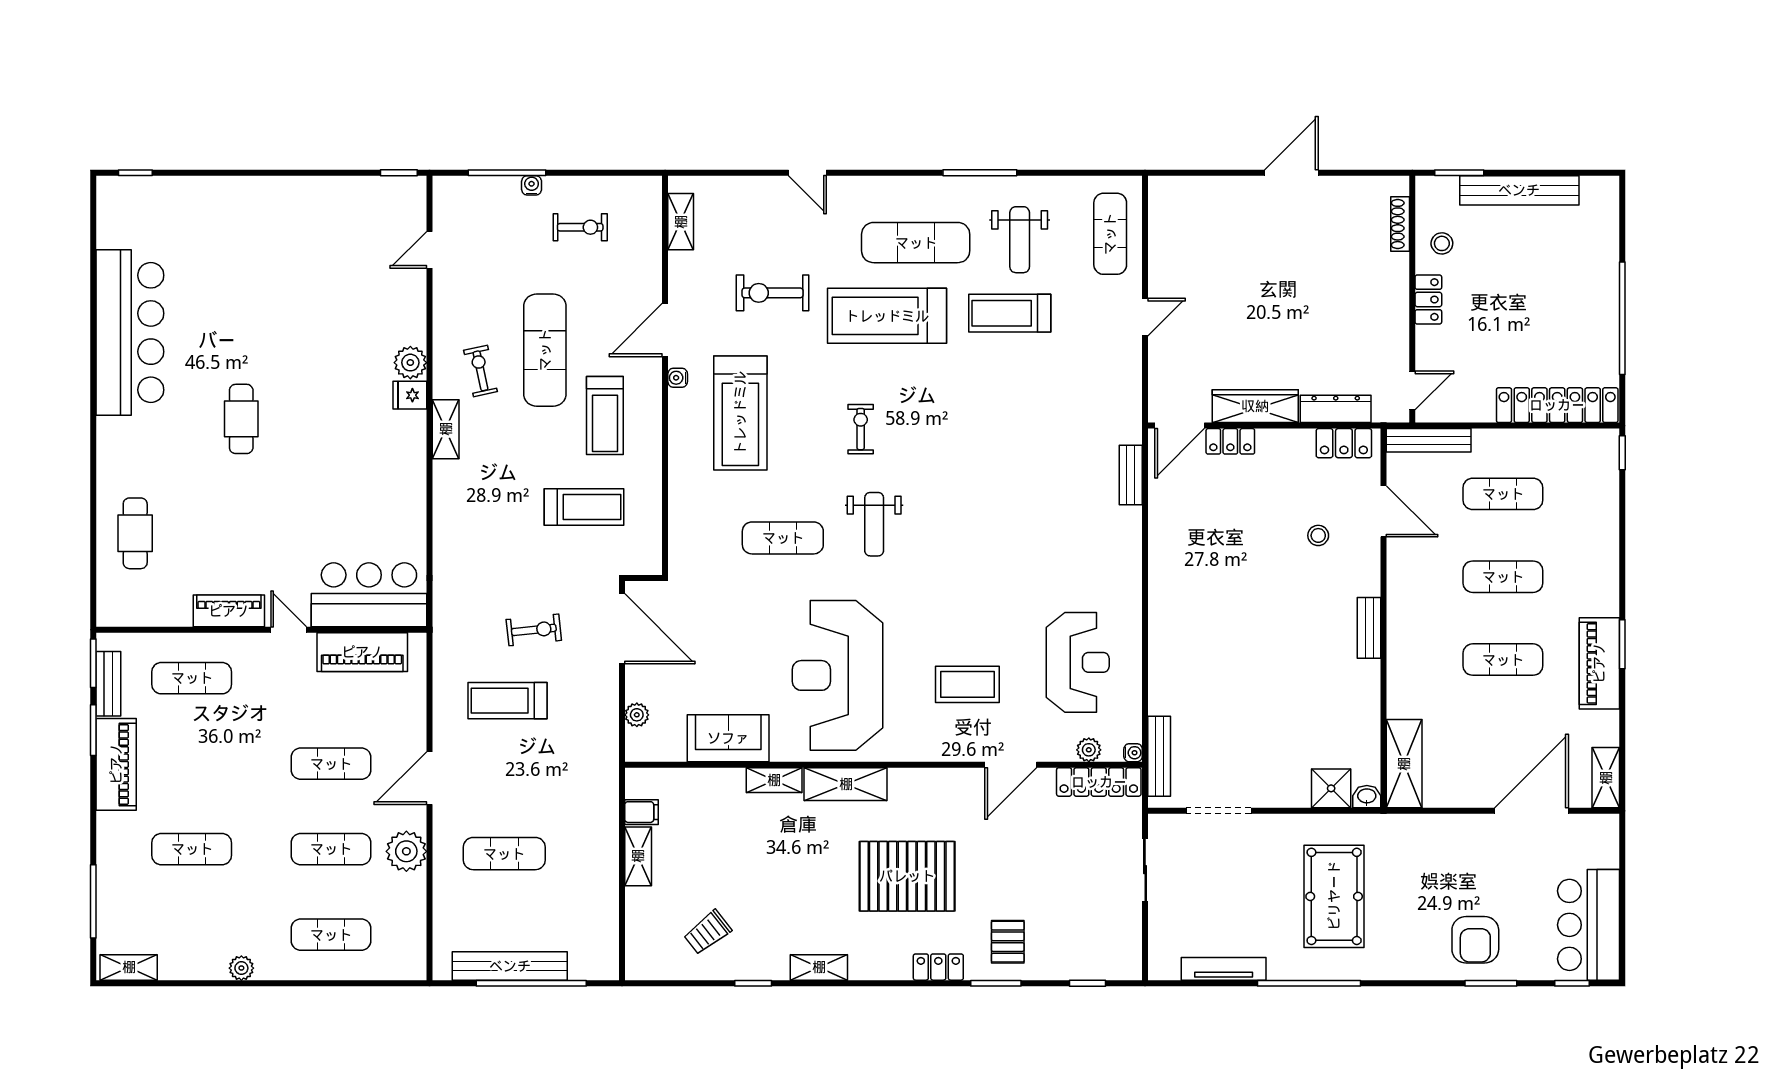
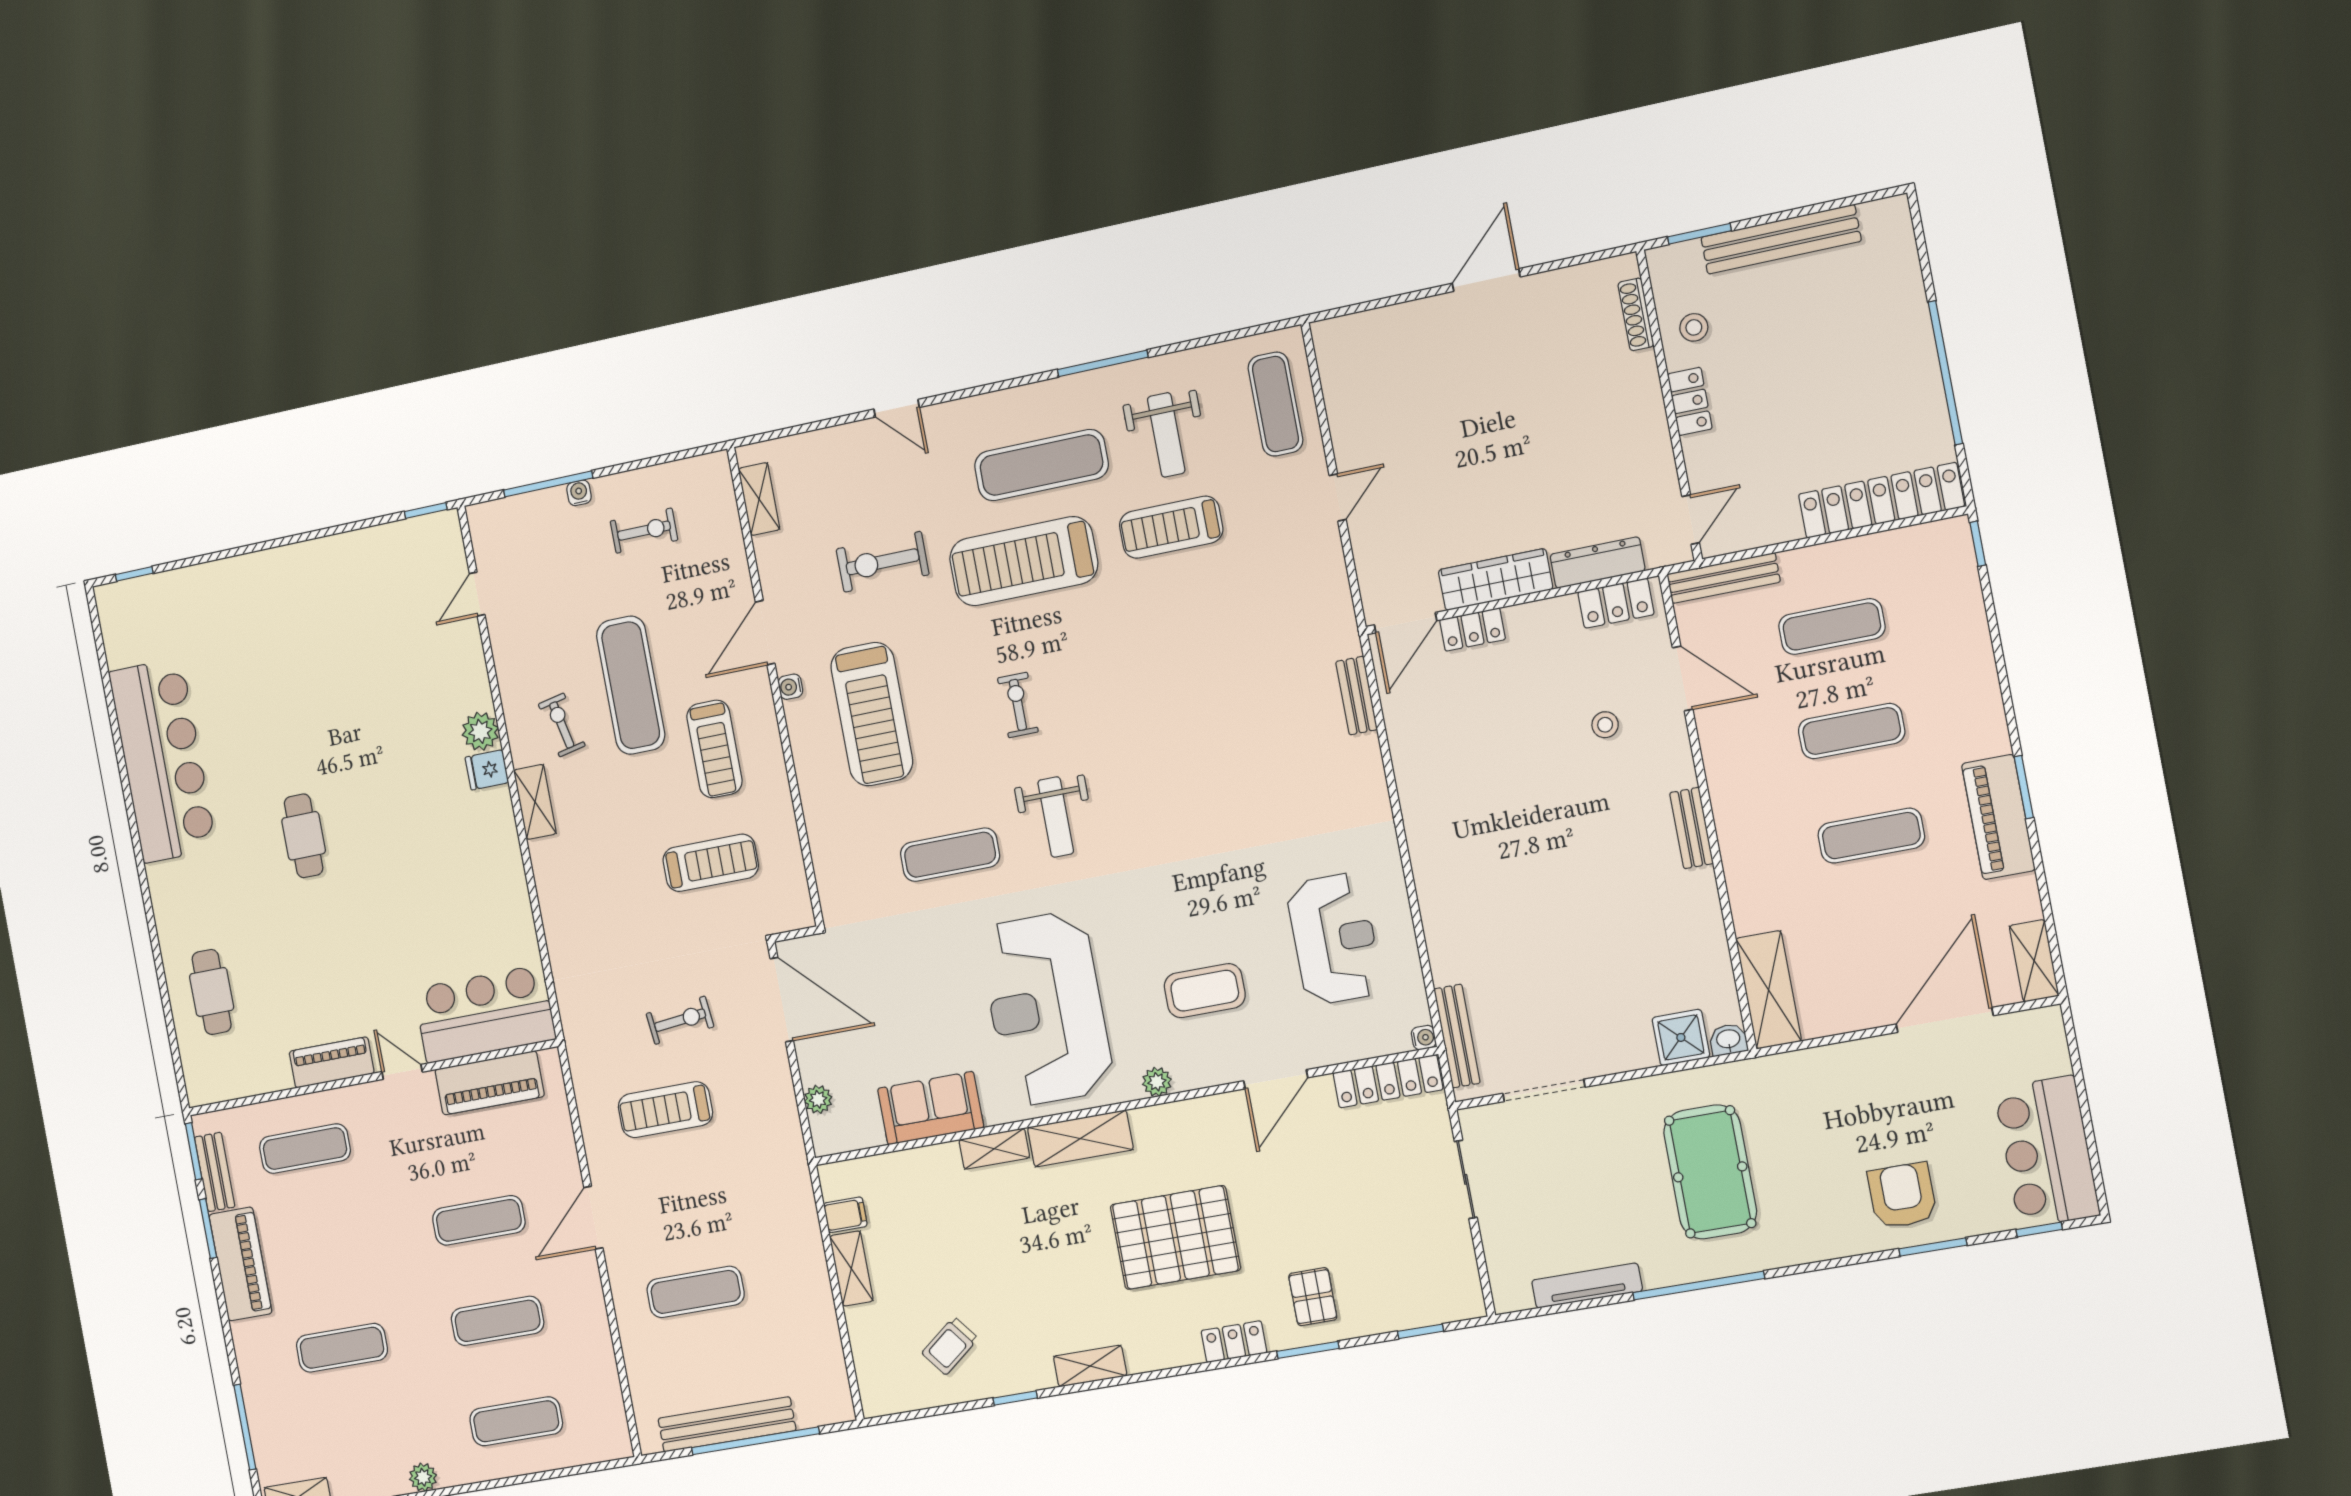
plant: (1089, 750) -> (1157, 1082), moved
plant: (406, 851) -> (583, 1309), removed
armchair: (1475, 940) -> (1902, 1196), turned 180

